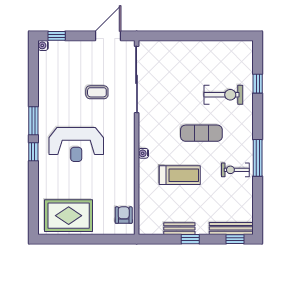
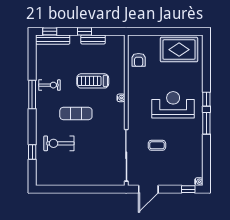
armchair: (124, 215) -> (139, 60), moved

